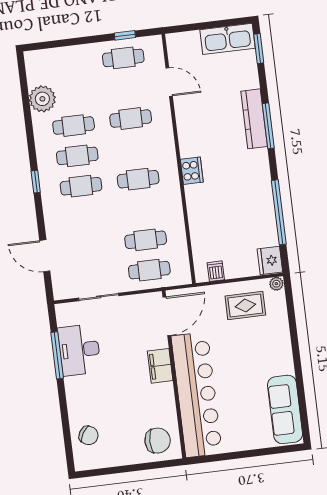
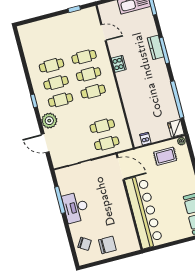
cafe table: (123, 58) -> (89, 74), moved
plant: (42, 99) -> (49, 121), moved
kitchen counter: (254, 119) -> (156, 47), width x0.67
cooker: (192, 171) -> (119, 64), moved
door: (167, 316) -> (120, 169), hinge flipped
desk: (79, 350) -> (76, 207), moved
filing cabinet: (160, 366) -> (120, 198), removed
chair: (158, 441) -> (107, 245), moved

